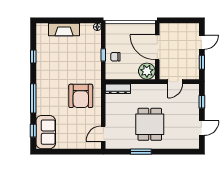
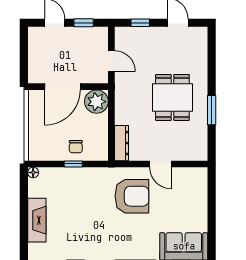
dining table: (150, 124) -> (172, 97), turned 90
door: (103, 134) -> (160, 164), moved

